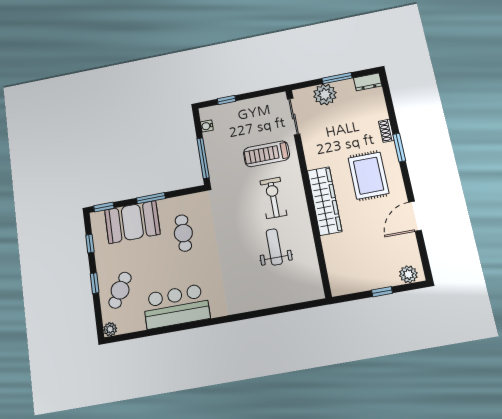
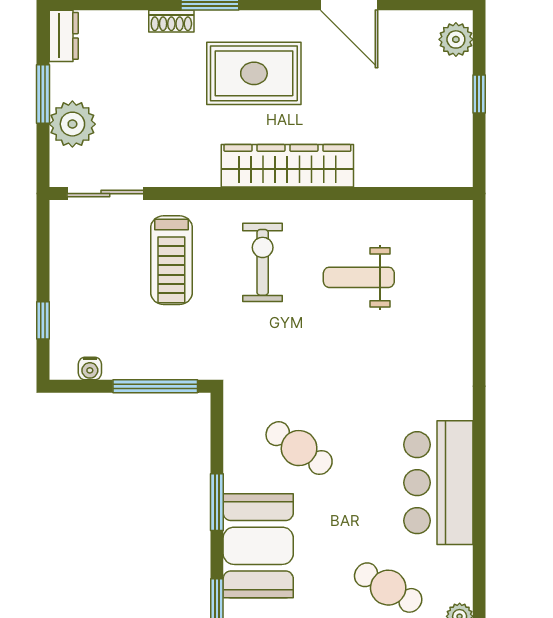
exercise bike: (273, 198) -> (263, 262), turned 90
cafe table: (183, 233) -> (299, 448), turned 34

